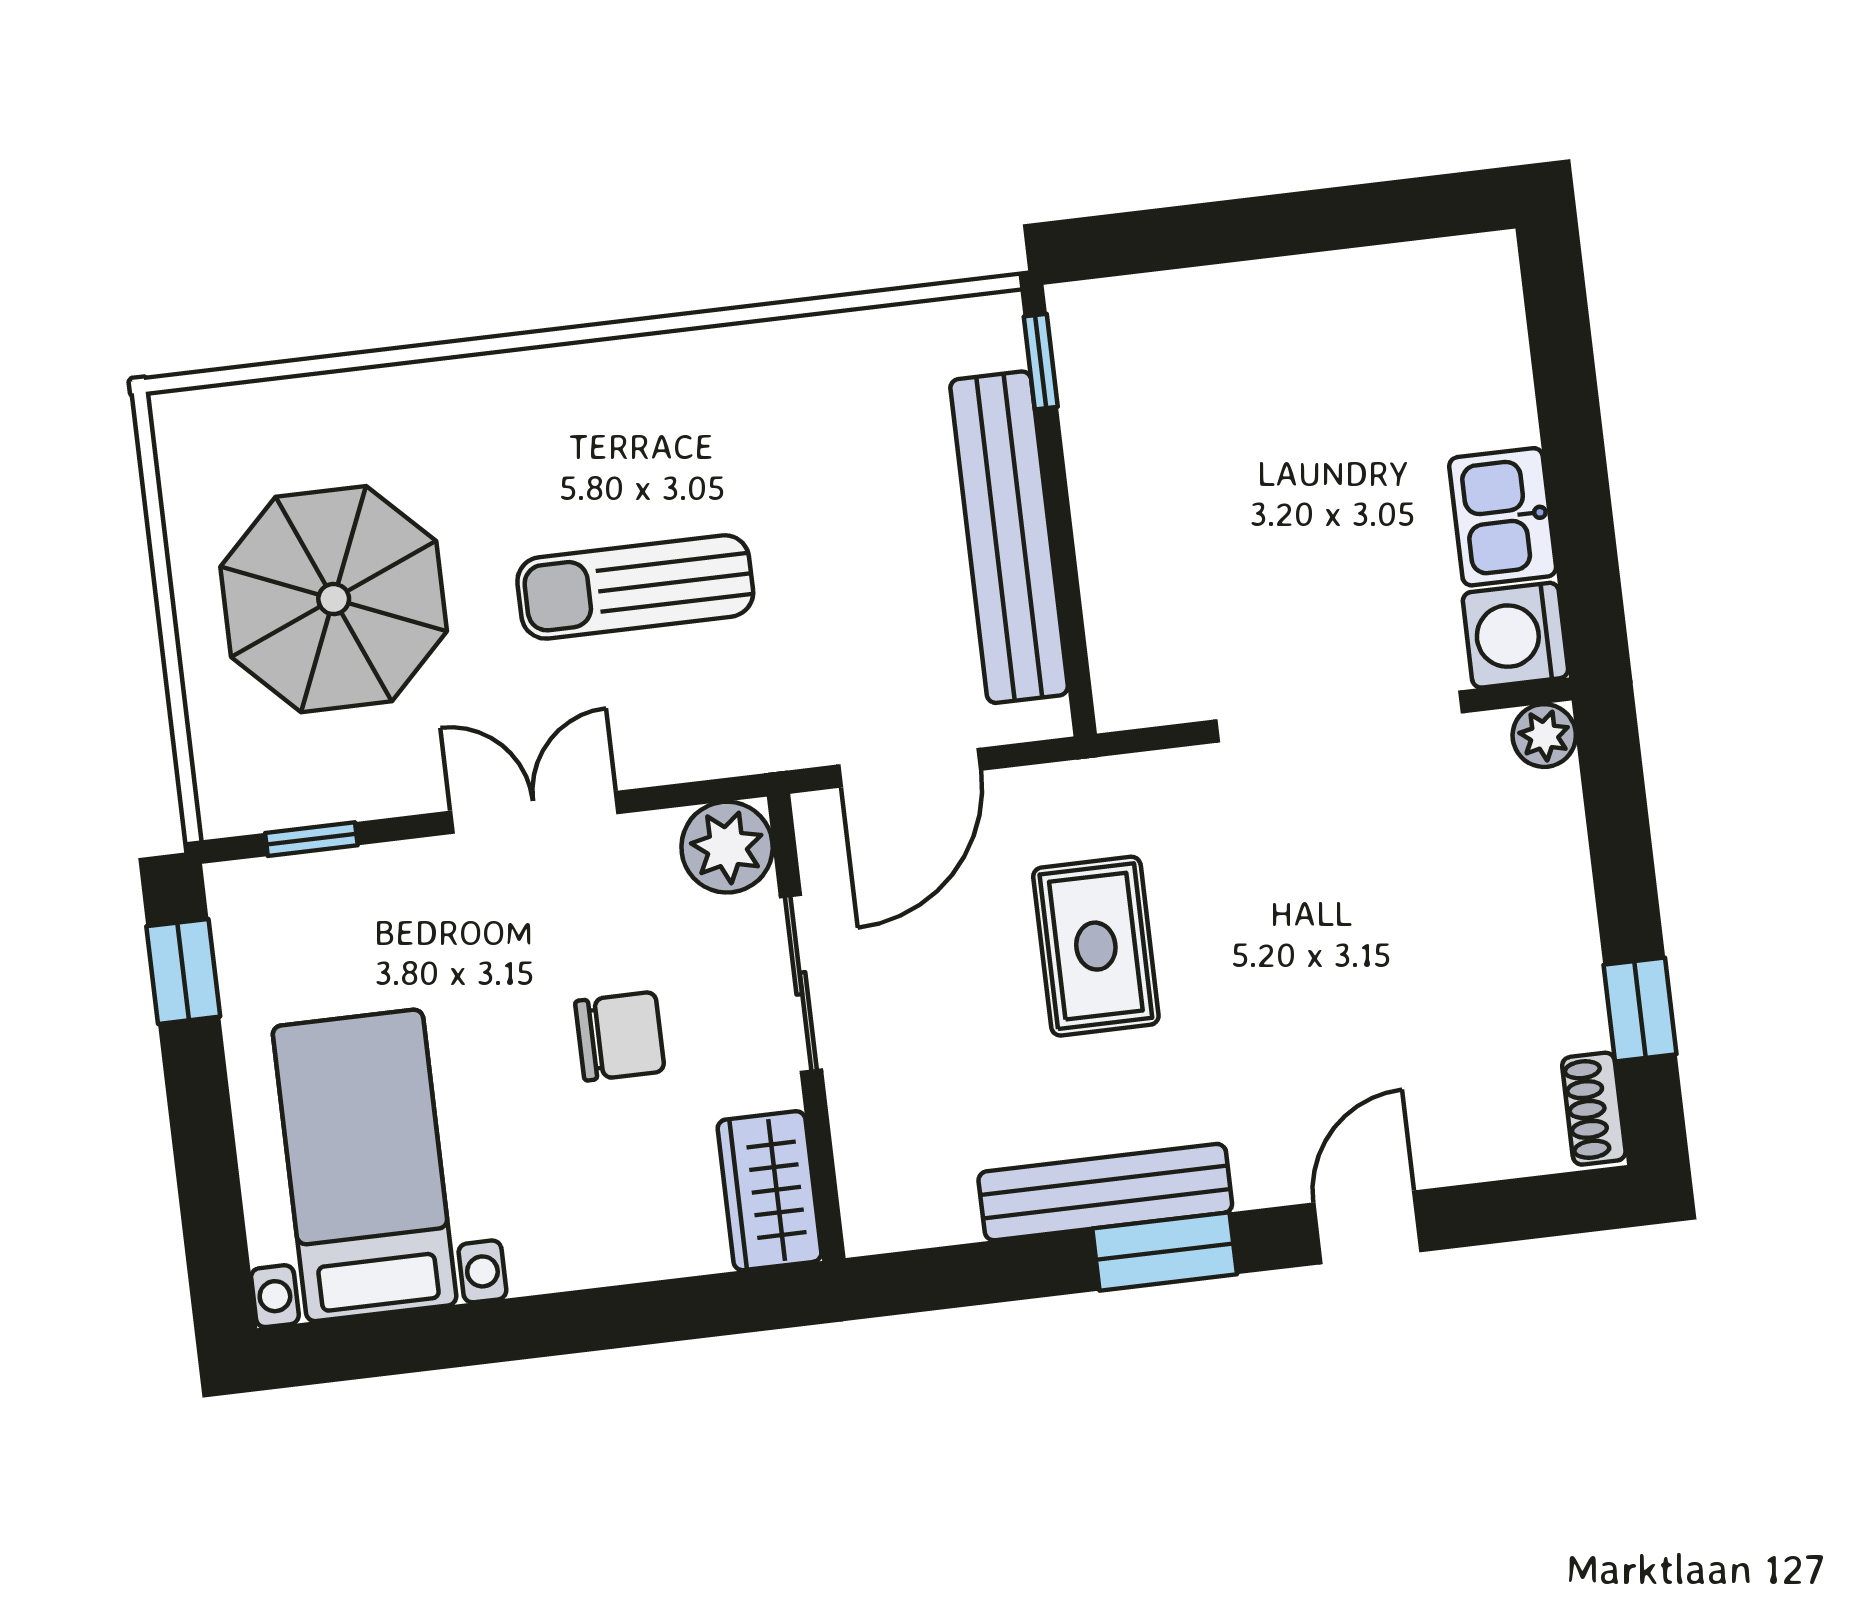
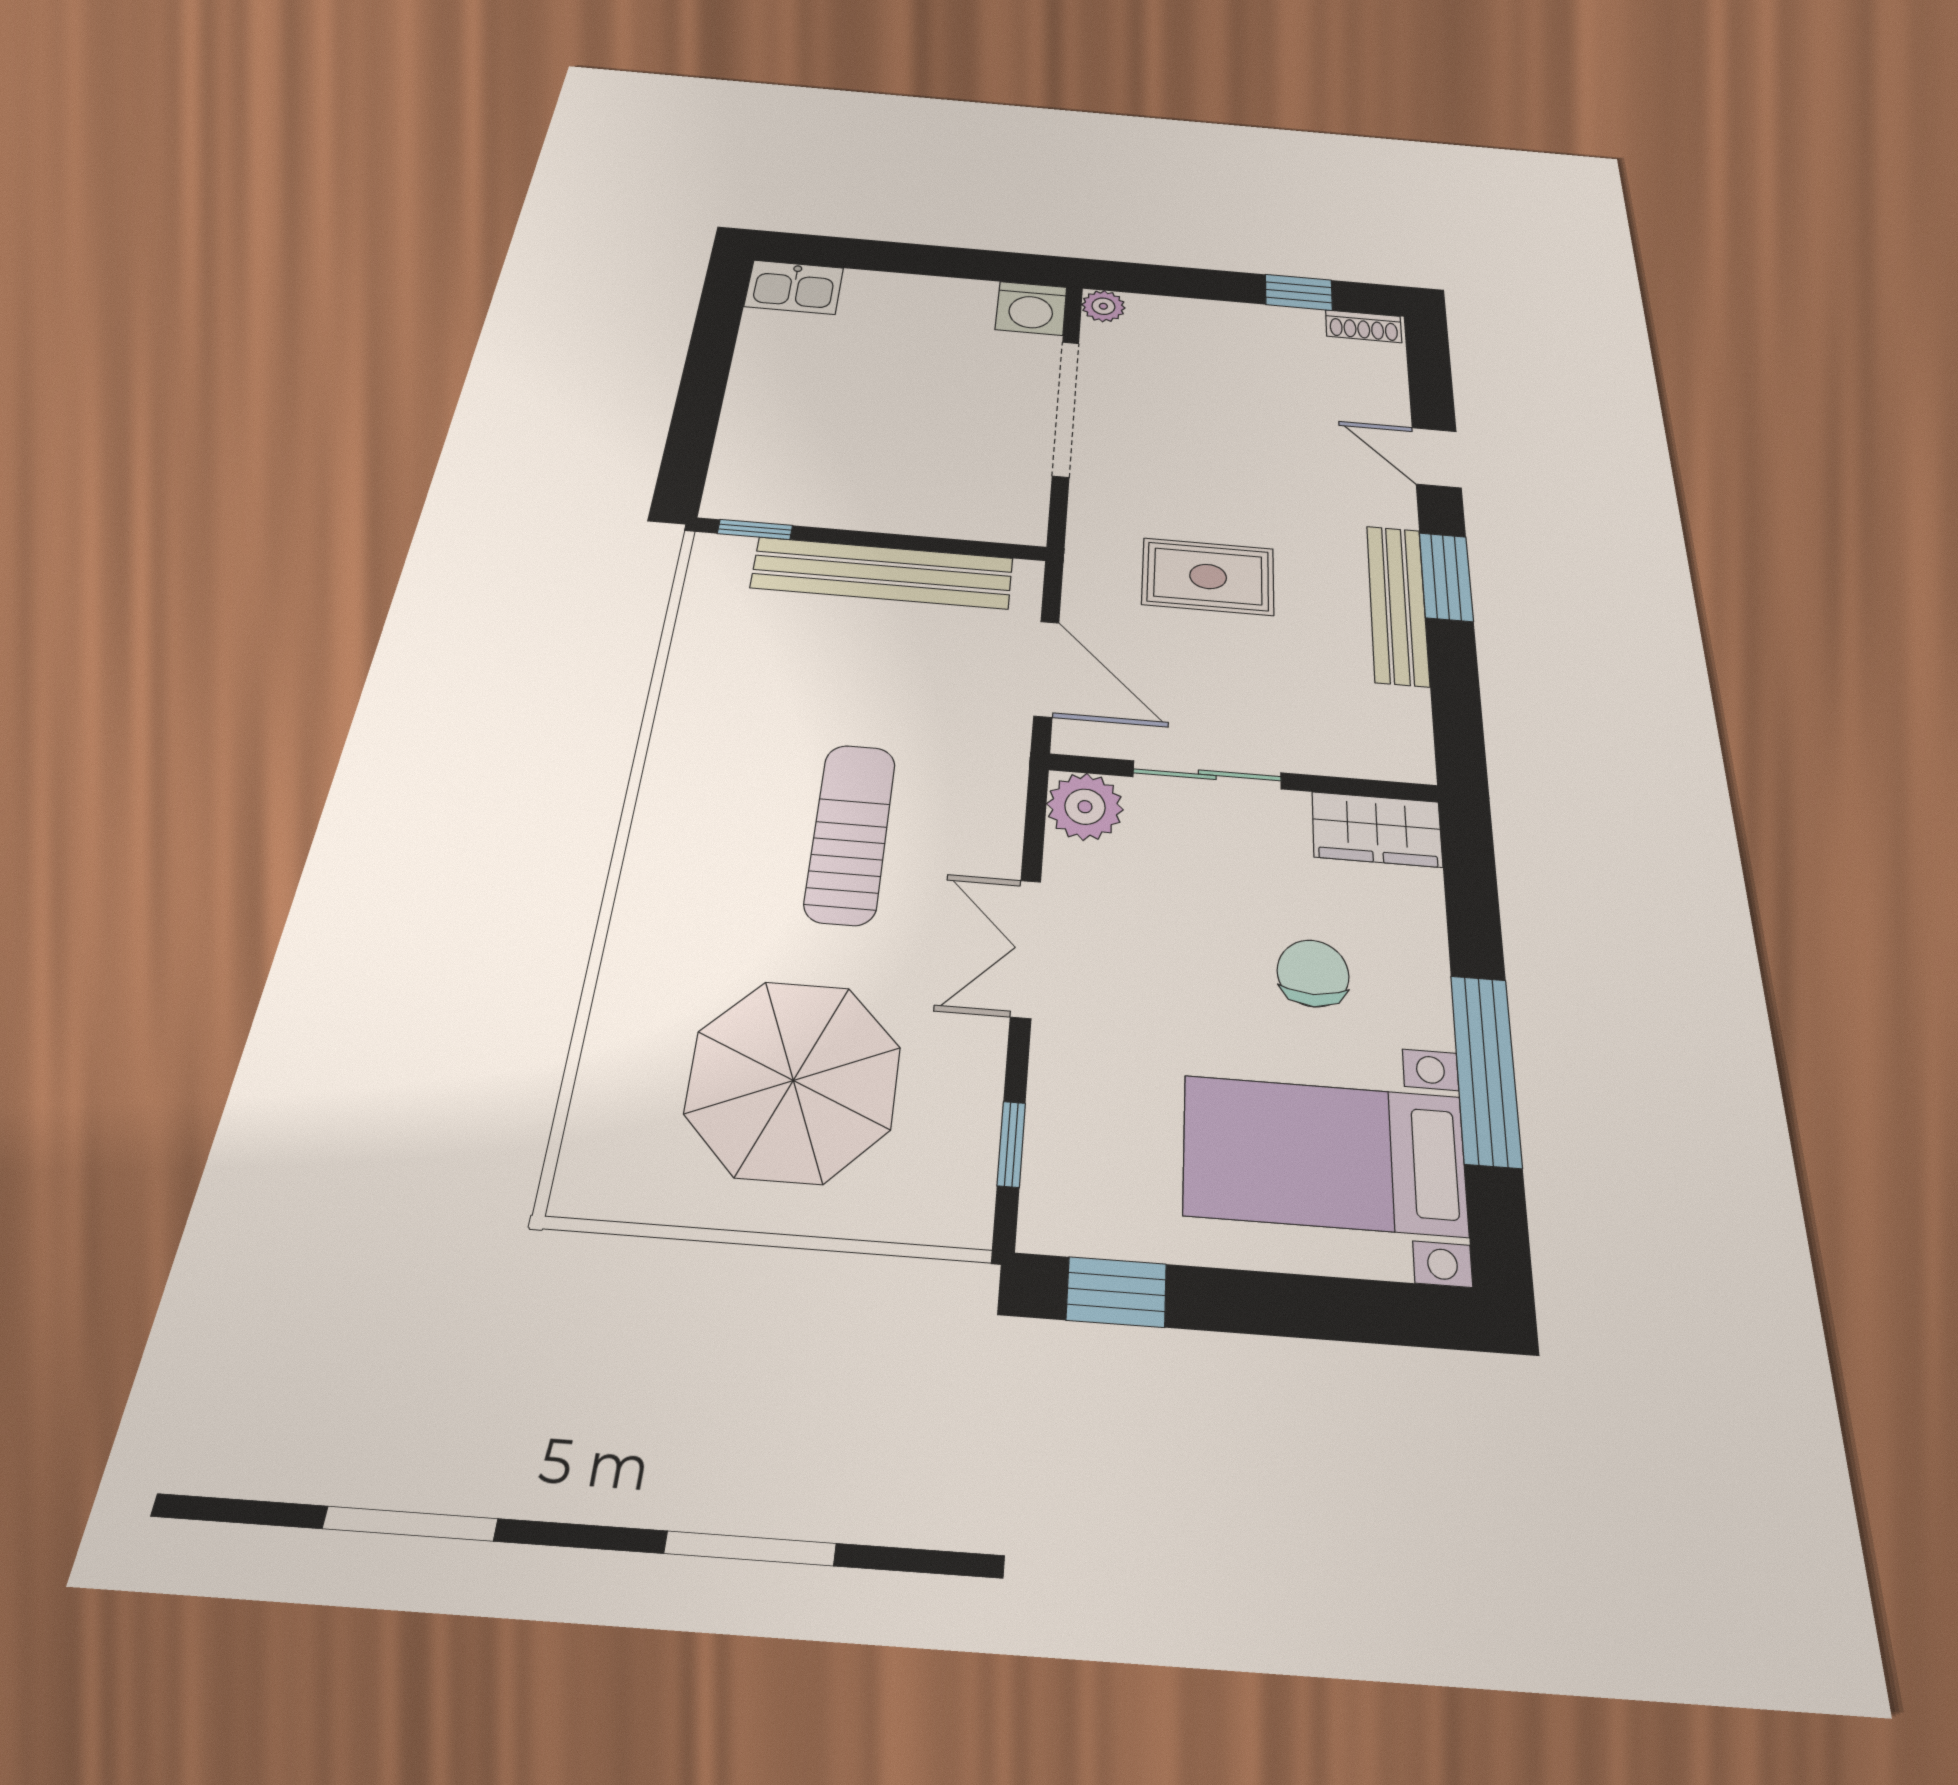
kitchen sink: (1503, 517) -> (794, 287), moved
sun lounger: (635, 587) -> (850, 833), turned 180
chair: (620, 1036) -> (1313, 973), moved
window: (495, 1331) -> (1486, 1070), added

